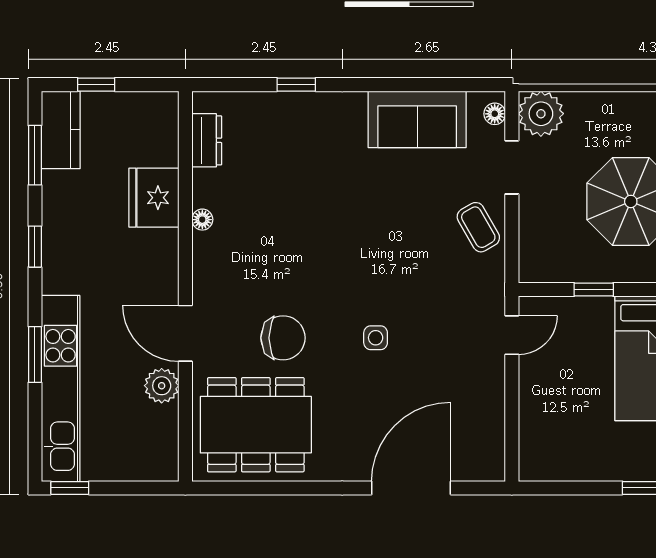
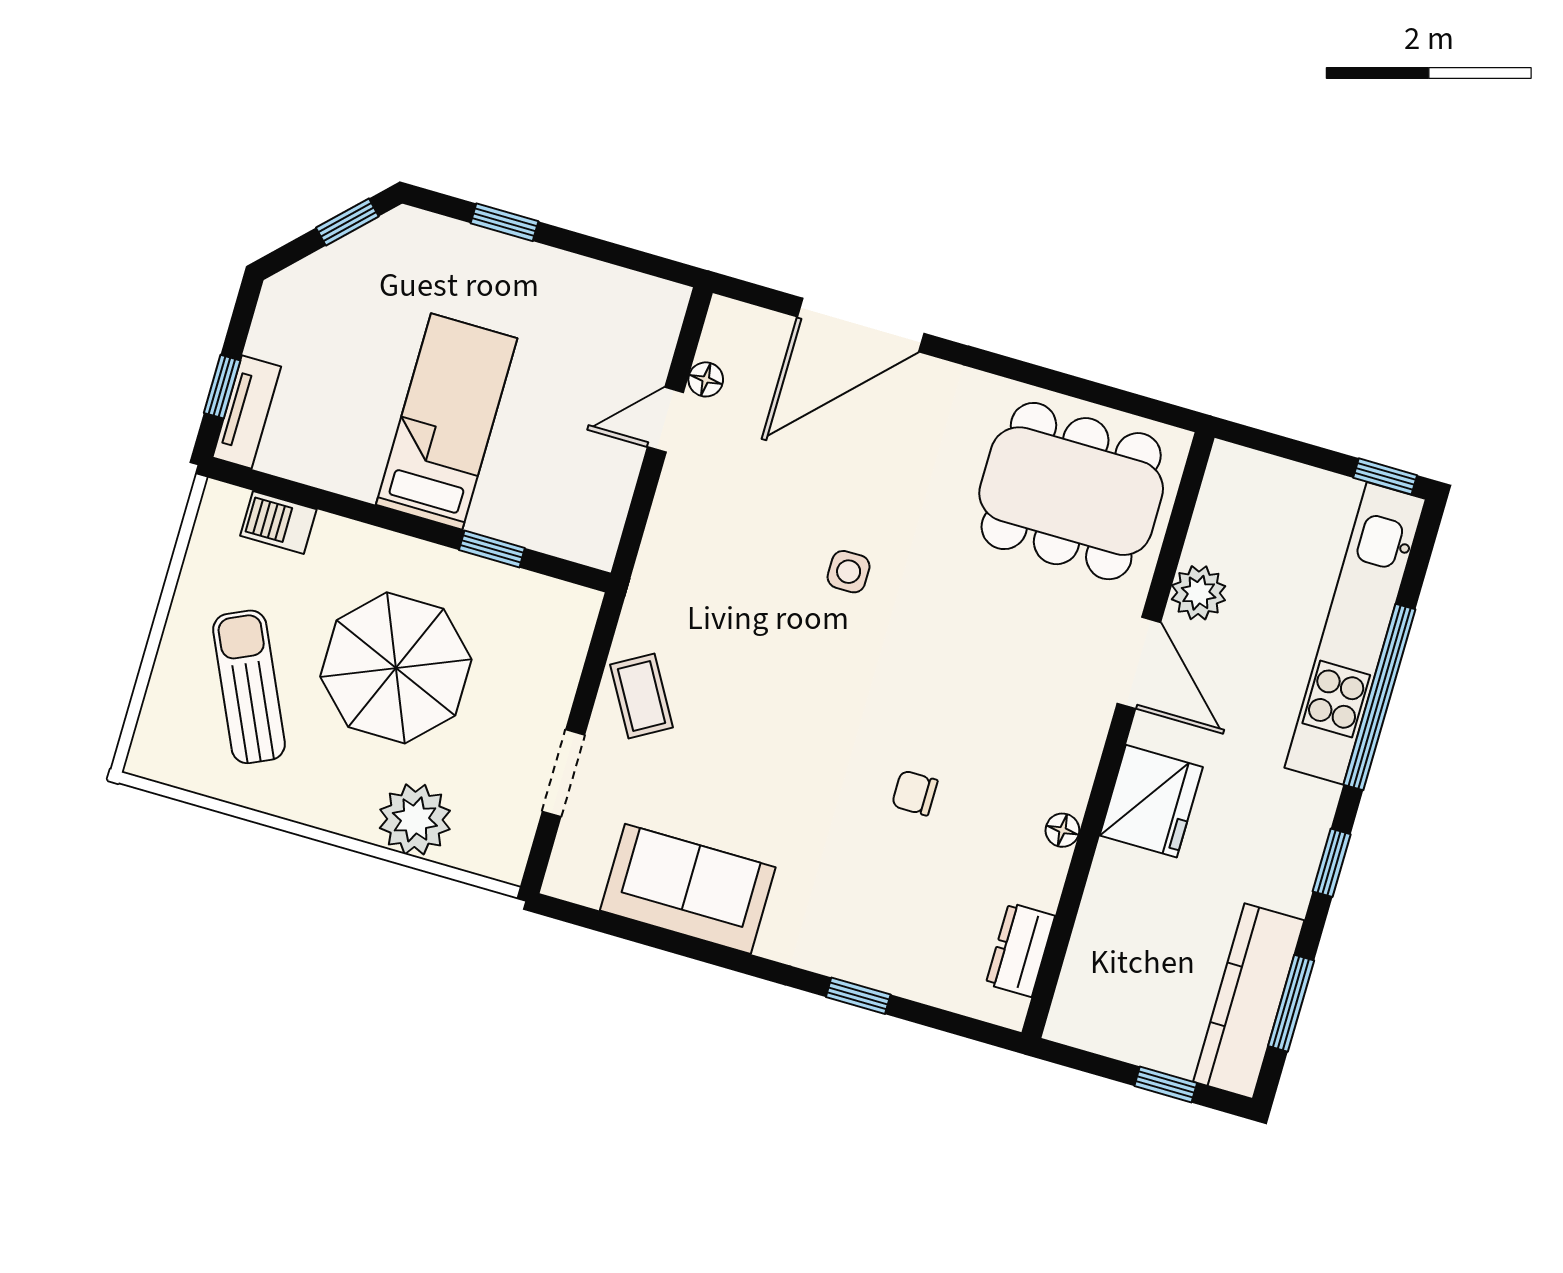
floor lamp: (495, 114) -> (706, 379), moved
plant: (541, 114) -> (415, 819), moved
kitchen counter: (61, 130) -> (1249, 1001), width x1.50
fridge: (154, 198) -> (1151, 801), moved
door: (512, 335) -> (665, 420), moved
chair: (283, 338) -> (915, 793), moved, width x0.54, depth x0.54
window: (35, 354) -> (1379, 697), width x2.11

